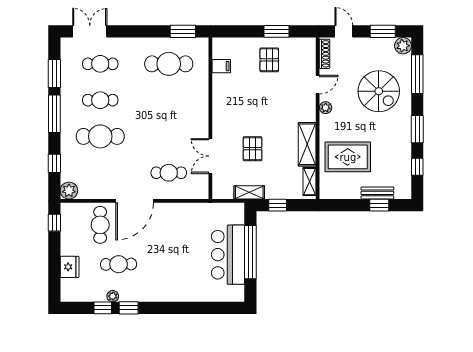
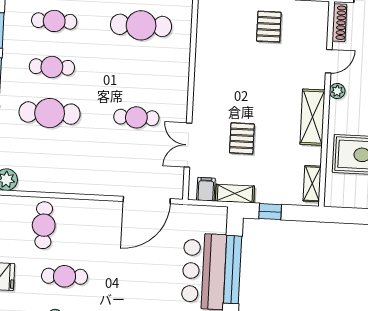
filing cabinet: (221, 66) -> (206, 189), moved, turned -90
shelving: (307, 144) -> (312, 117), moved
cafe table: (169, 173) -> (136, 117), moved
door: (135, 201) -> (147, 200), moved

